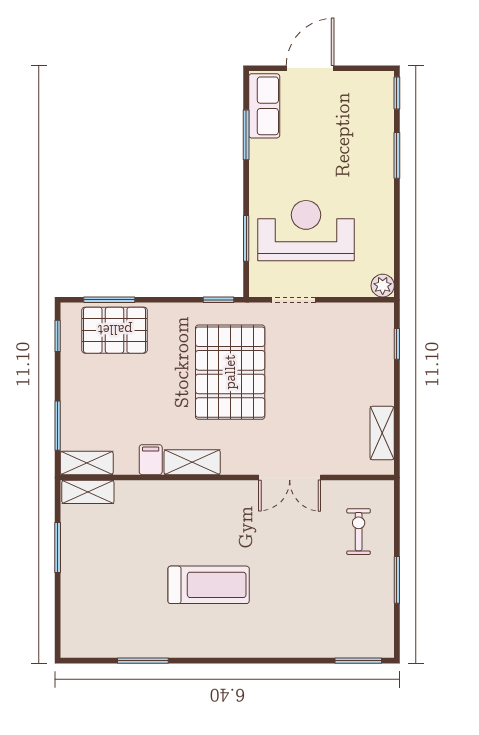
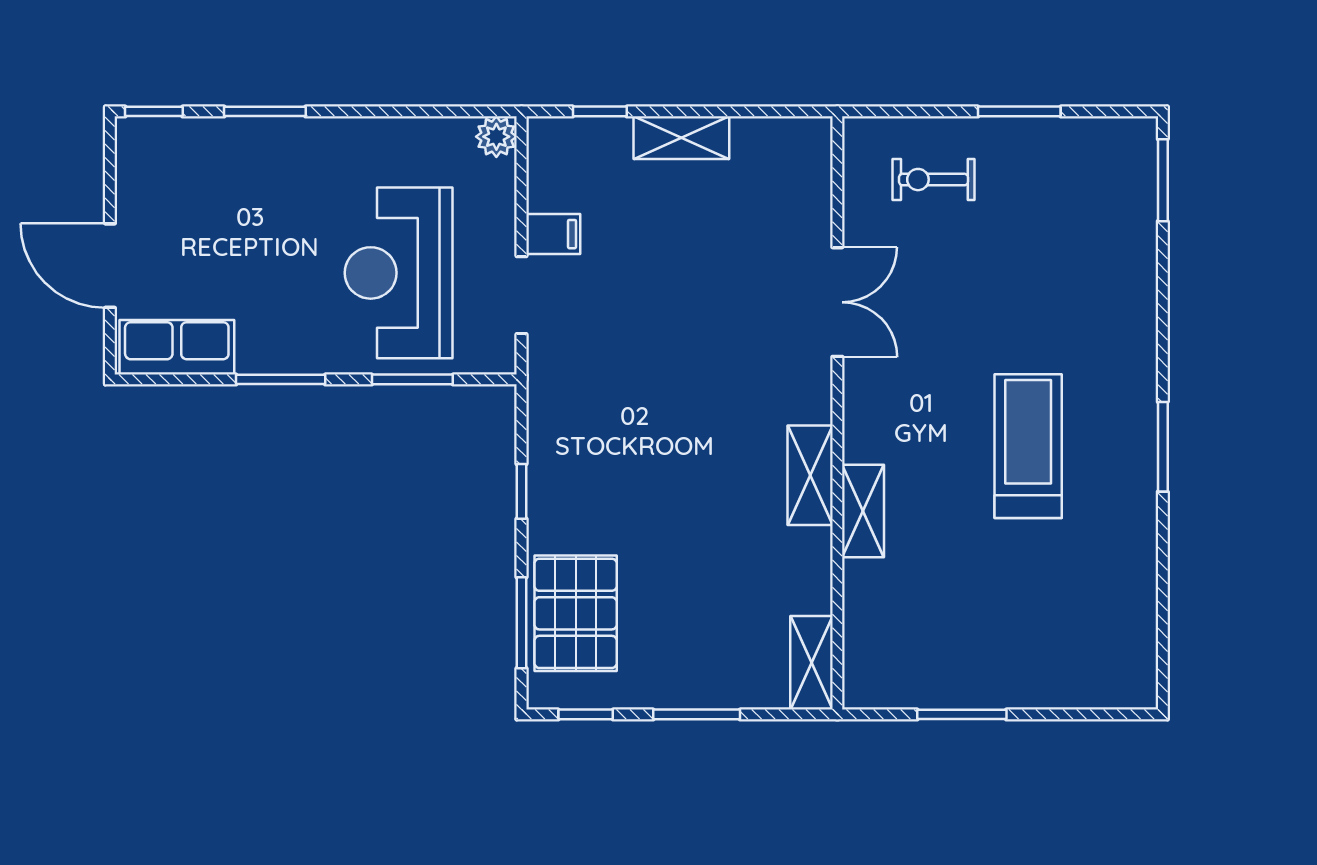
window: (246, 135) -> (281, 379), moved
window: (219, 300) -> (522, 491), moved
pallet: (230, 372) -> (650, 408), removed
window: (58, 426) -> (697, 714), moved
shelving: (382, 433) -> (681, 138), moved
filing cabinet: (151, 460) -> (553, 234), moved, turned 180
shelving: (88, 492) -> (863, 511), moved
window: (143, 661) -> (1163, 447), moved

